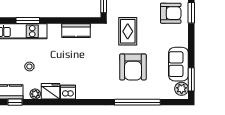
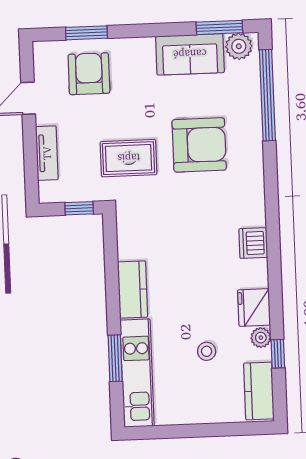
kitchen counter: (76, 31) -> (133, 289), moved
dishwasher: (68, 92) -> (253, 243), moved
window: (15, 102) -> (278, 354), moved
window: (137, 102) -> (267, 95), moved

